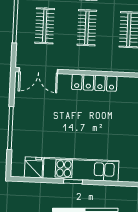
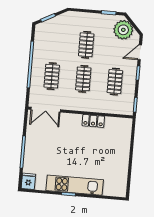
locker: (94, 83) -> (93, 121), width x0.66
fridge: (34, 167) -> (28, 181), moved

